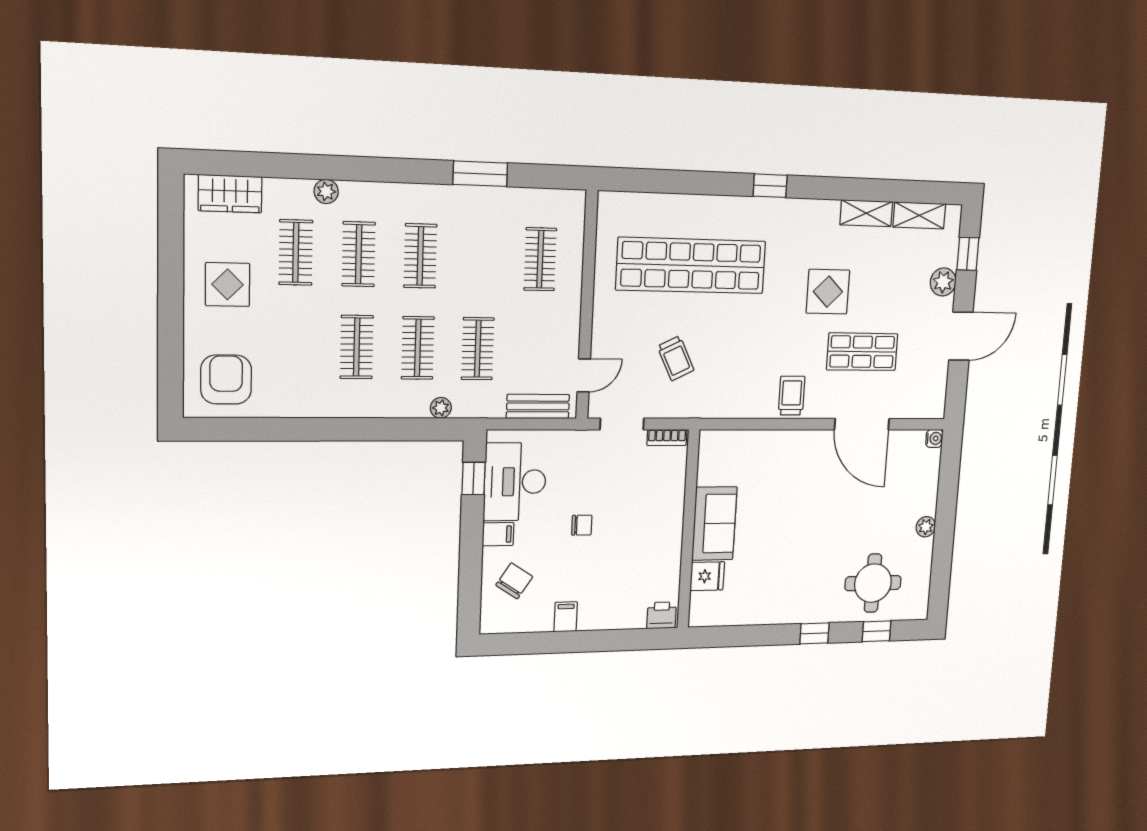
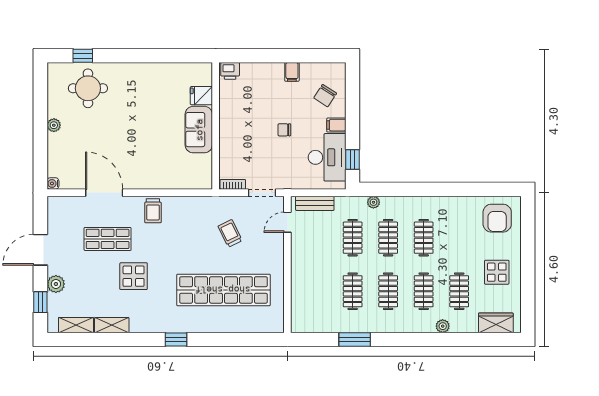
clothes rail: (540, 259) -> (353, 291), moved
window: (814, 633) -> (126, 56), removed

